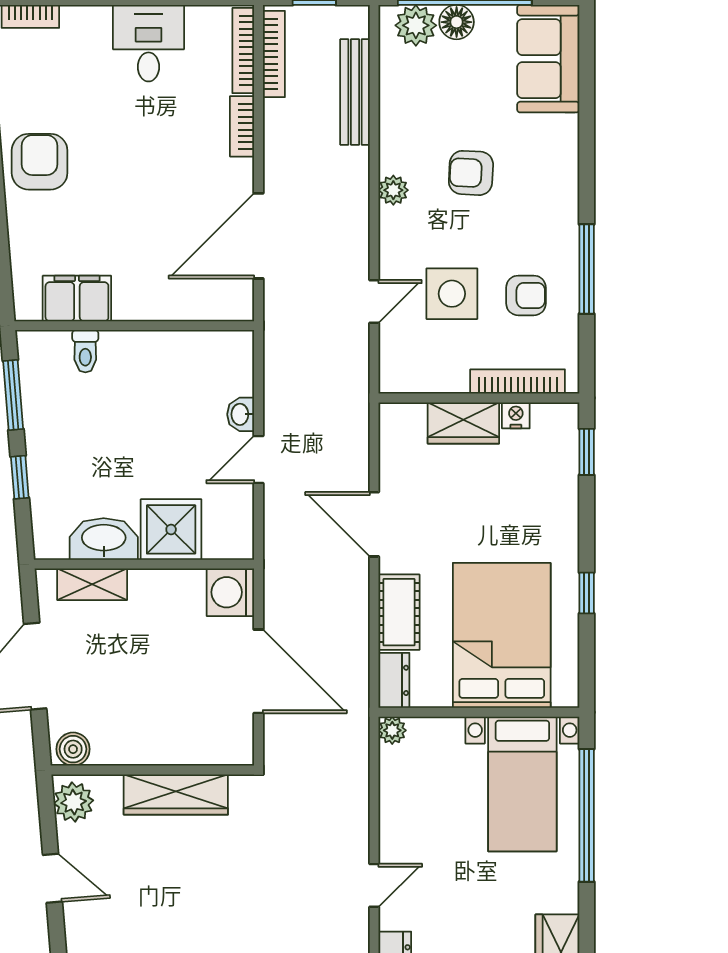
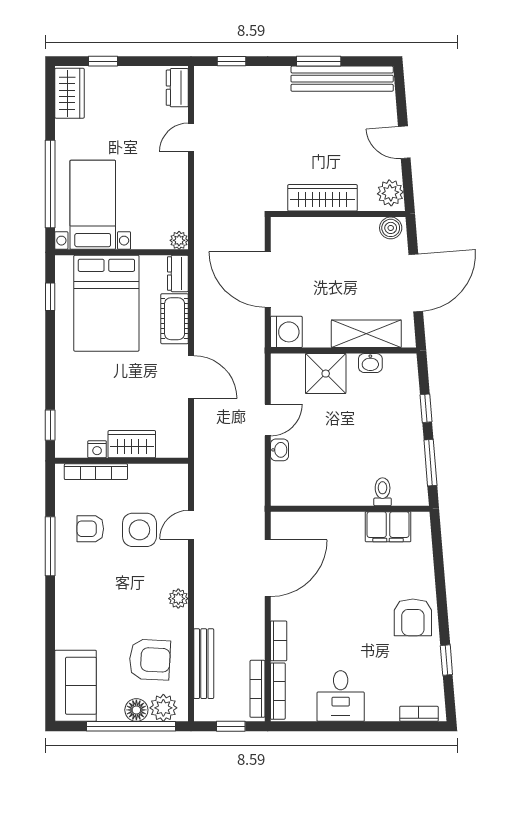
armchair: (471, 173) -> (150, 660), moved, width x1.38, depth x1.38
washbasin: (104, 539) -> (370, 363), width x0.52, depth x0.69
shelving: (92, 584) -> (366, 334), width x1.50, depth x1.33
window: (587, 593) -> (50, 297), moved

